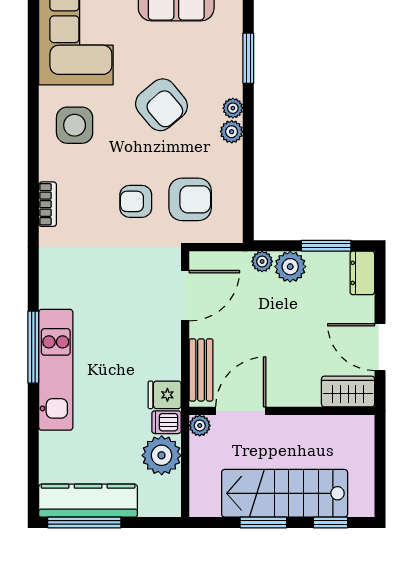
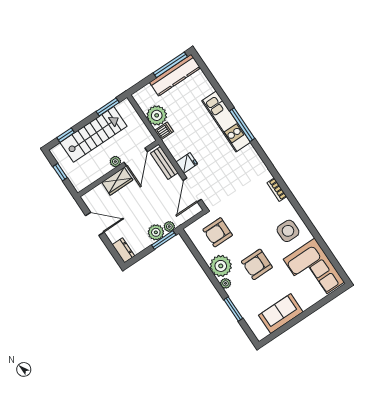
armchair: (161, 105) -> (257, 264), turned -50
plant: (232, 132) -> (221, 266), width x1.88, depth x1.88
armchair: (136, 201) -> (240, 216), removed
window: (326, 246) -> (164, 240), moved
wardrobe: (348, 392) -> (117, 181), moved
fridge: (165, 395) -> (187, 163), moved
plant: (200, 426) -> (115, 162), moved
window: (380, 468) -> (60, 172), added
window: (263, 522) -> (108, 107), moved

